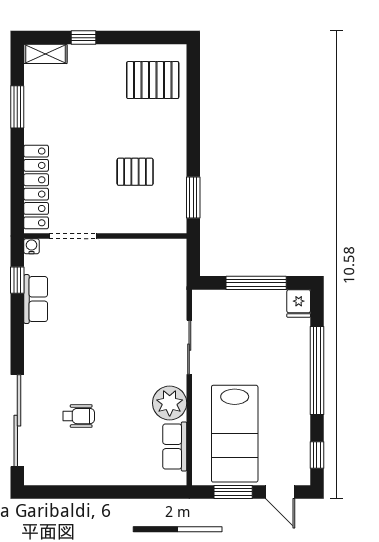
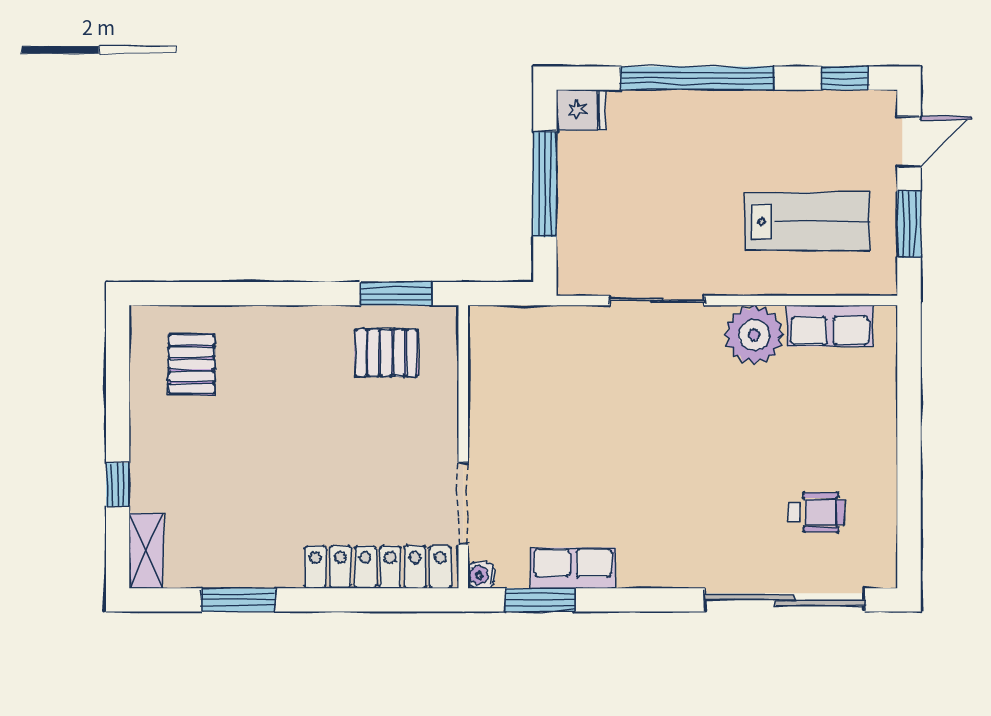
pallet: (153, 80) -> (192, 364), width x0.67, depth x0.71
pallet: (135, 172) -> (386, 353), moved, turned 90
window: (17, 280) -> (540, 600), width x1.50
wheelchair: (79, 416) -> (816, 512), moved, turned 90
lab bench: (235, 434) -> (808, 221), width x0.73, depth x0.72

